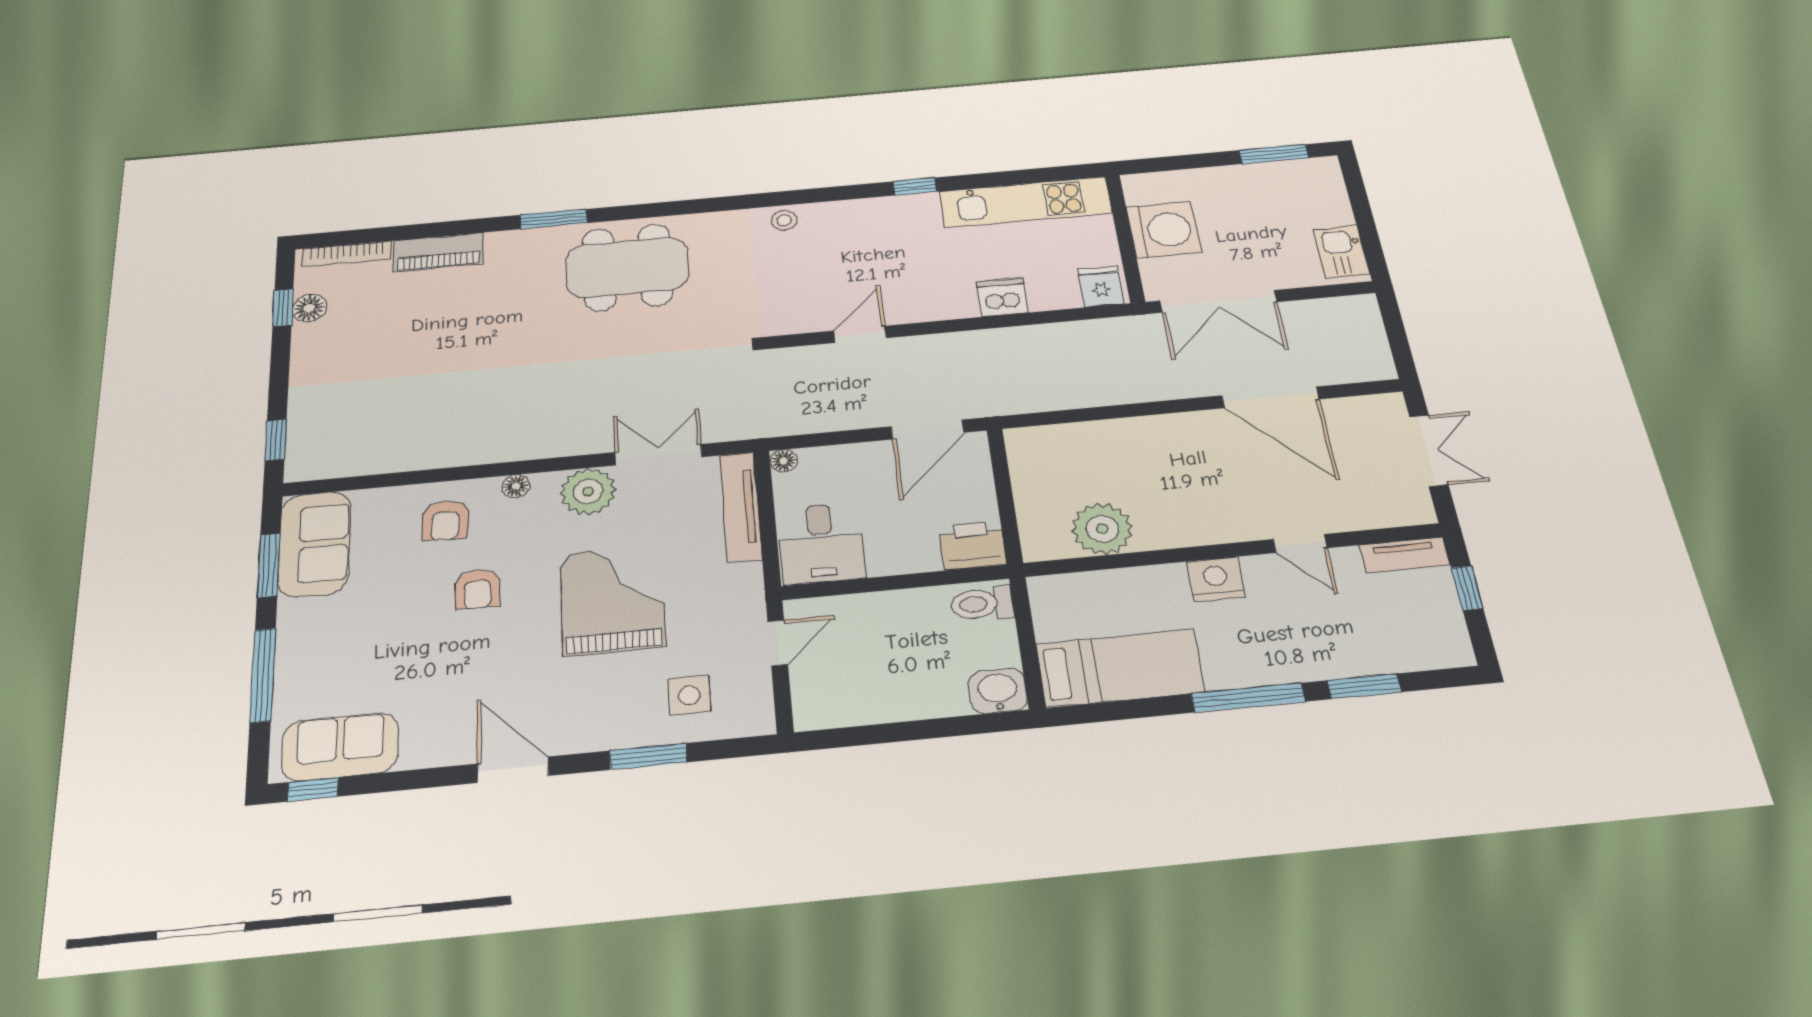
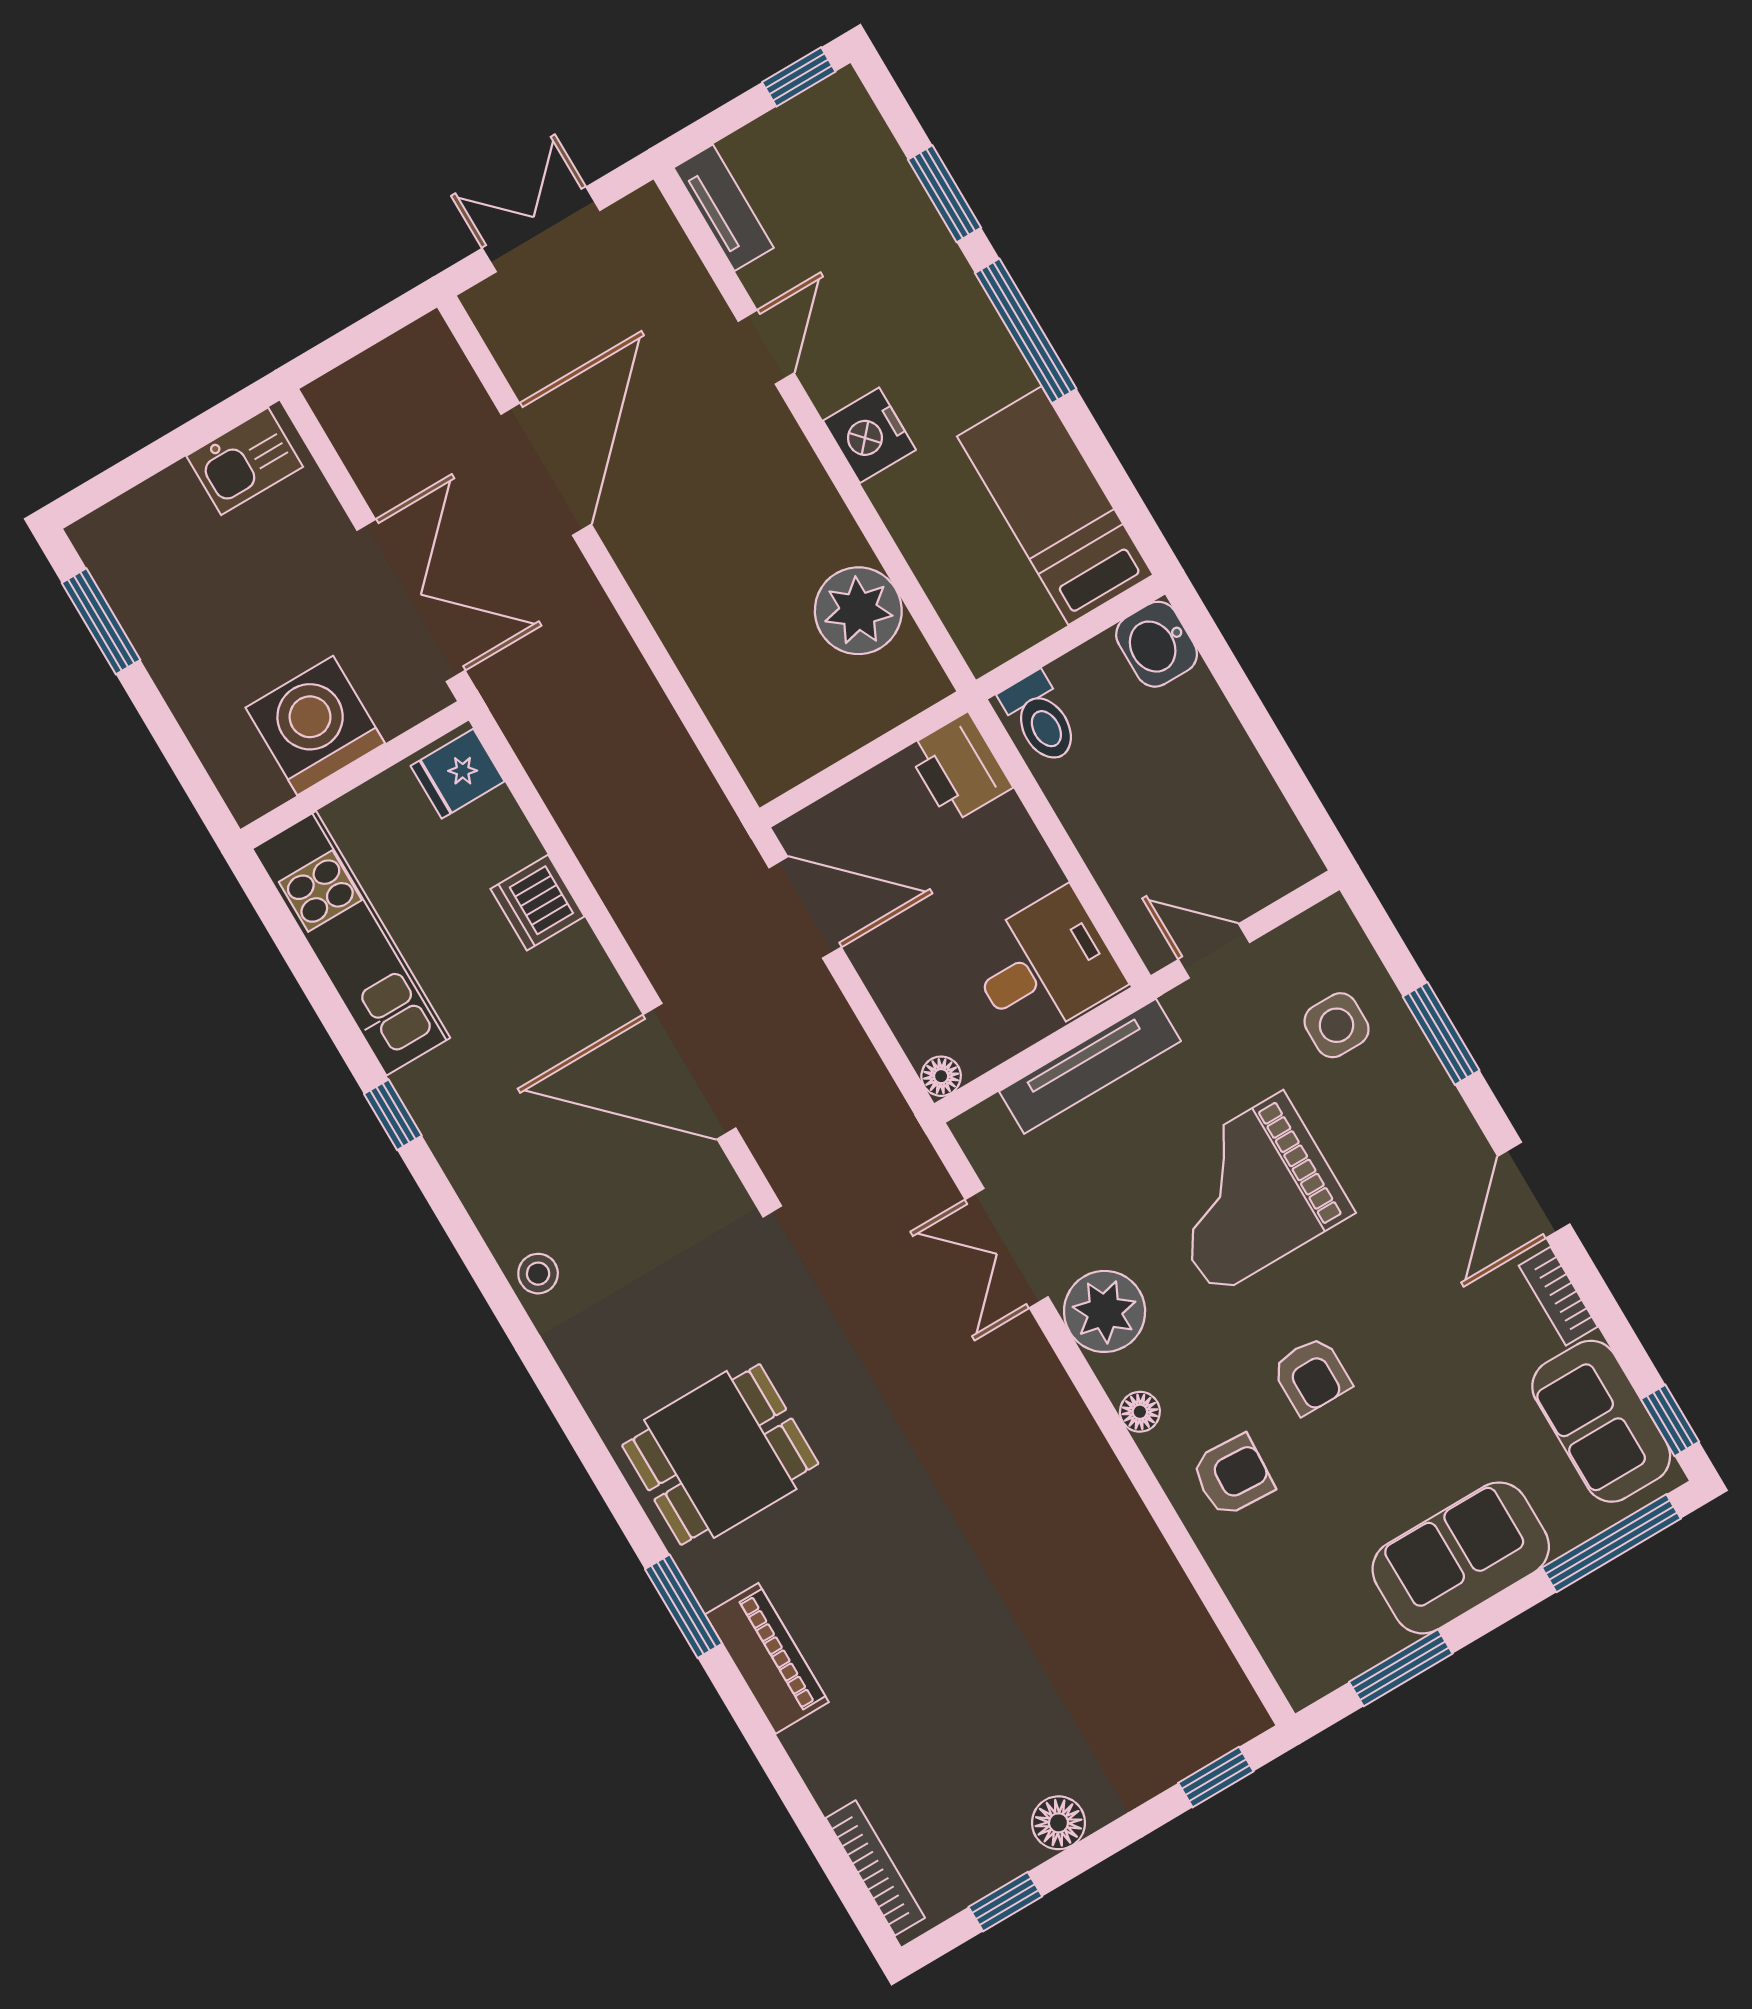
piano: (438, 252) -> (767, 1658), moved
dining table: (627, 267) -> (720, 1454), width x0.73
floor lamp: (309, 308) -> (1058, 1823), moved
door: (860, 334) -> (689, 1071), width x1.87
tv unit: (741, 507) -> (1090, 1066), moved
sofa: (315, 544) -> (1461, 1558), moved
window: (1467, 588) -> (799, 77), moved
armchair: (478, 589) -> (1312, 1375), turned 90
window: (263, 675) -> (1611, 1543), moved
bookcase: (436, 755) -> (1558, 1296), added

